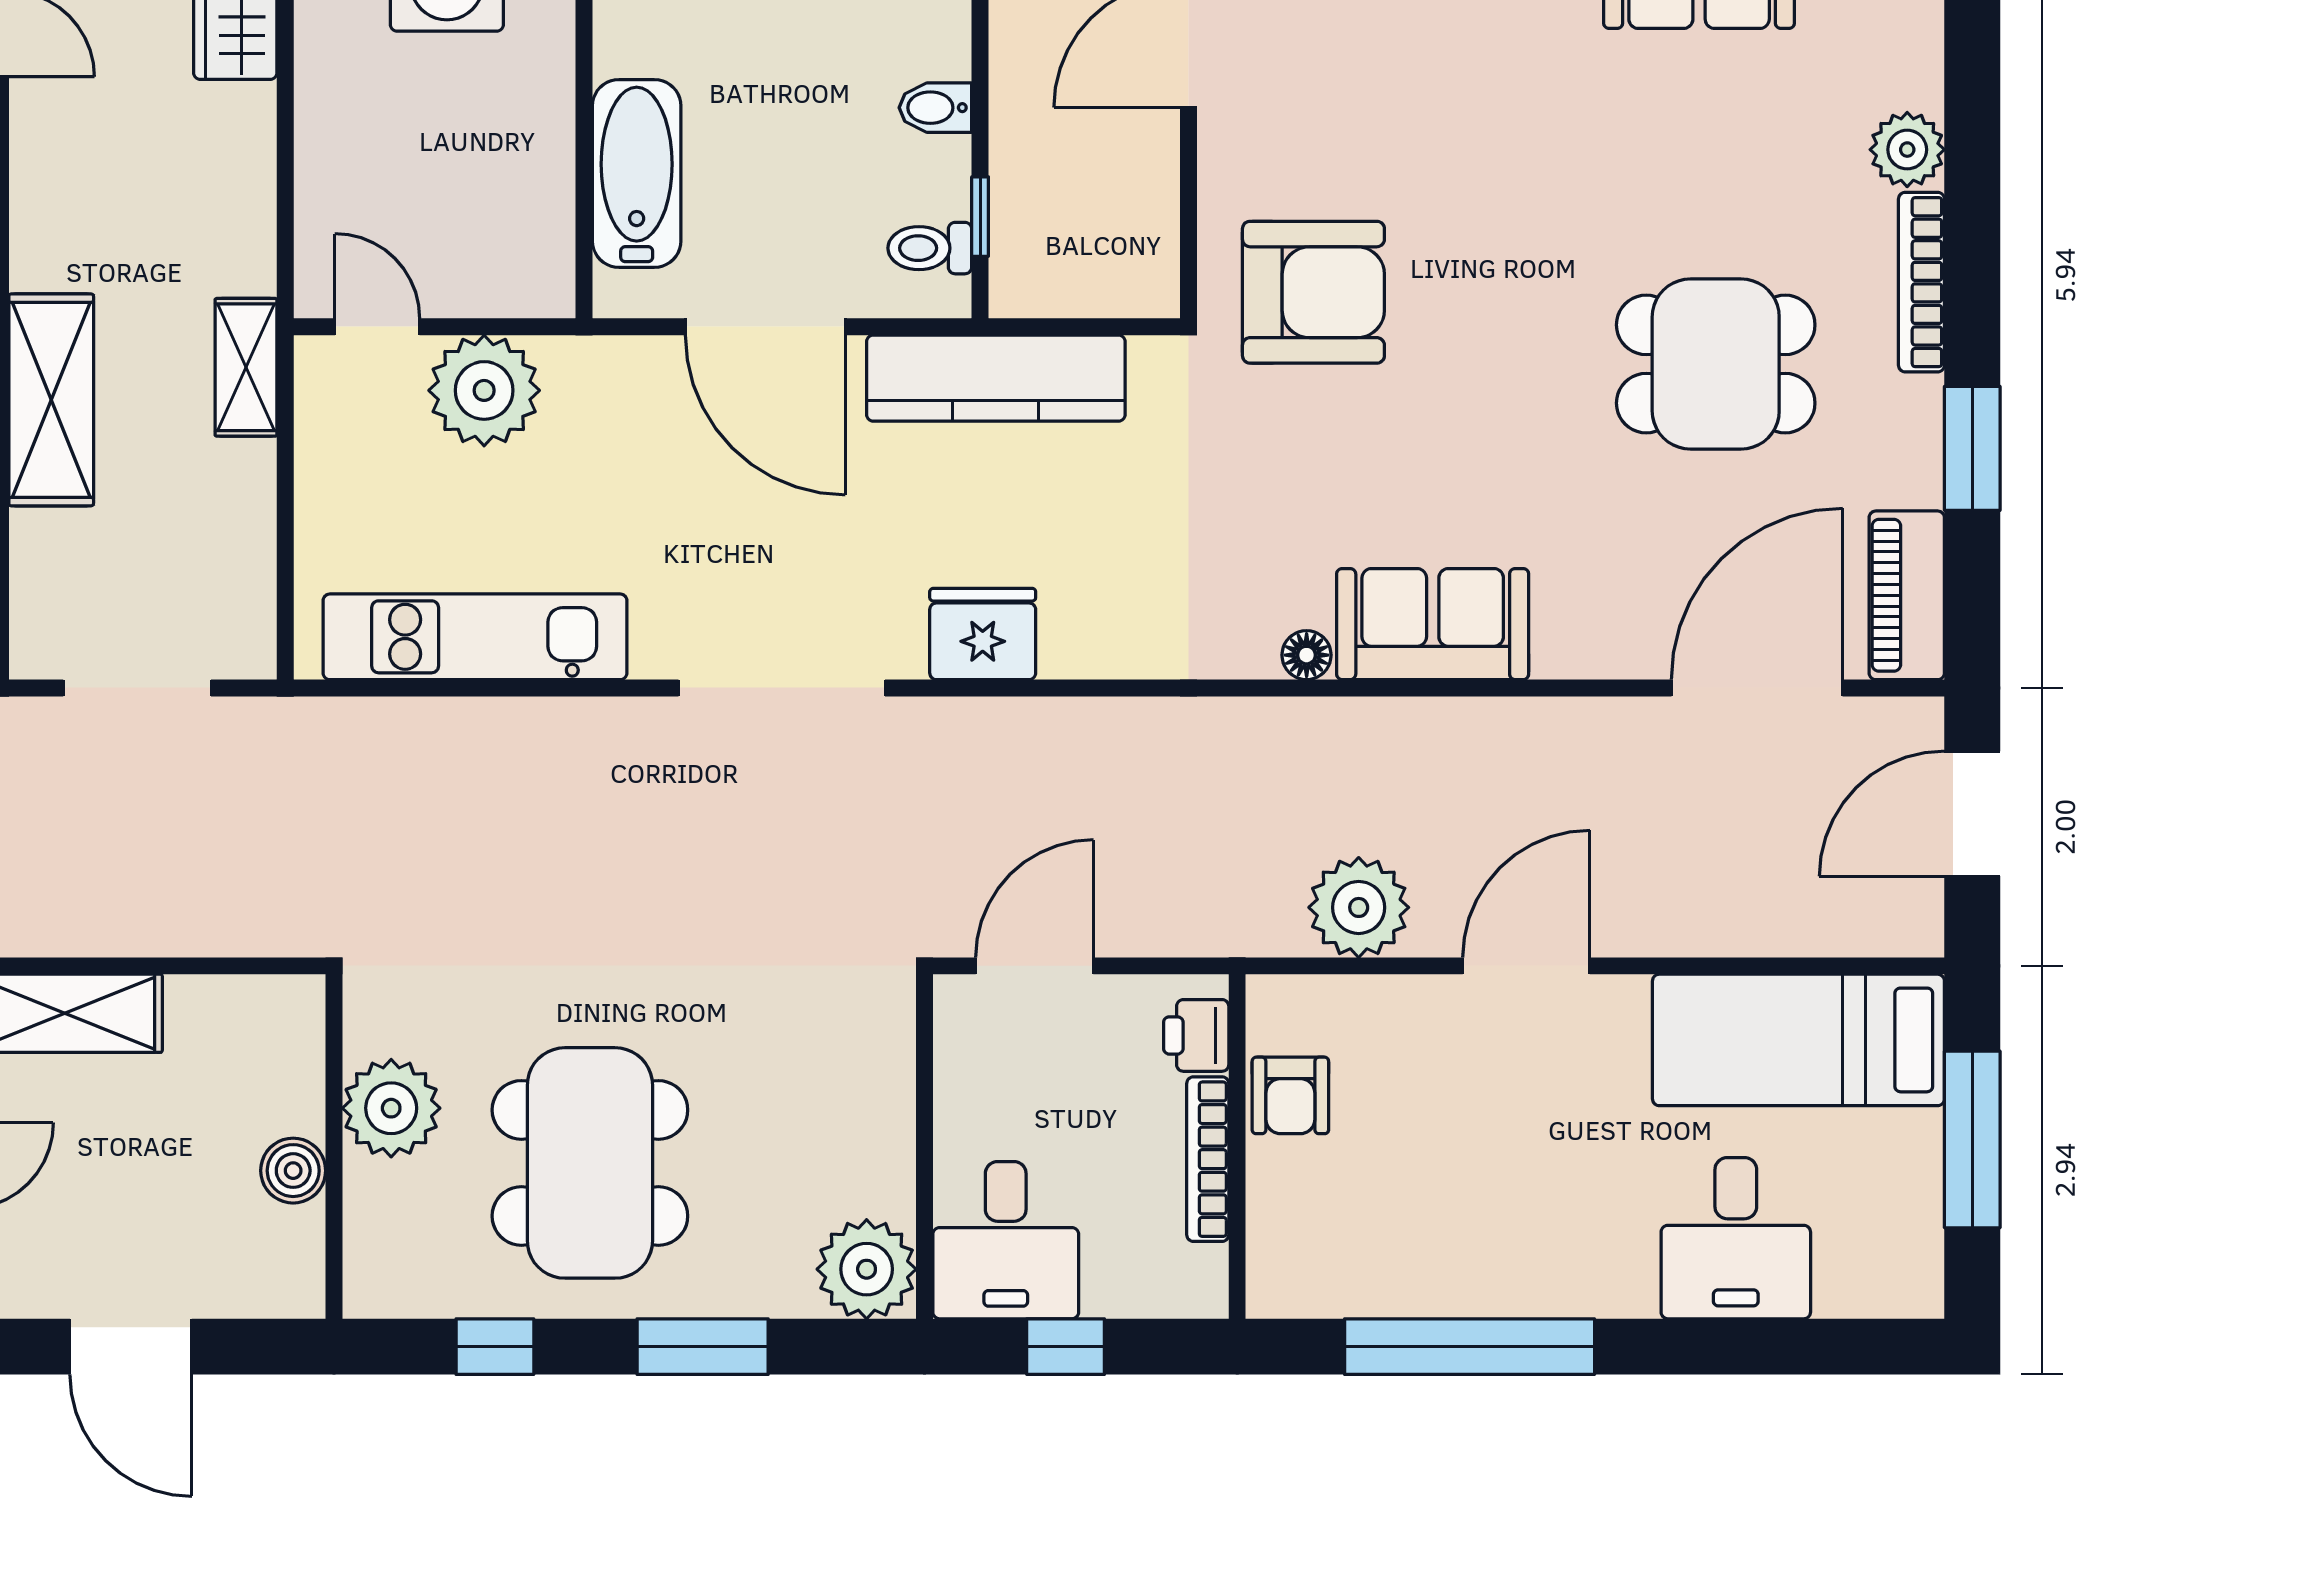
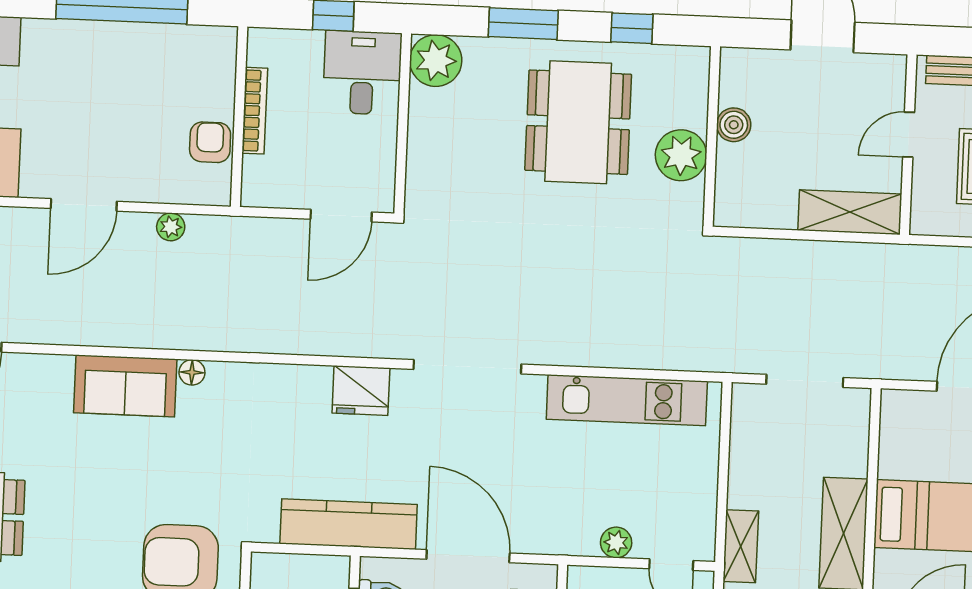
plant: (484, 390) -> (616, 542), width x0.53, depth x0.53
plant: (1359, 907) -> (171, 227), width x0.53, depth x0.53
printer: (1196, 1035) -> (258, 176), removed

